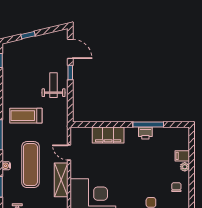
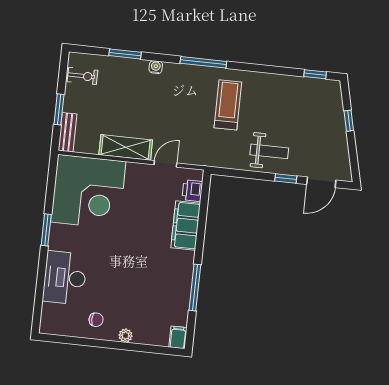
printer: (145, 133) -> (192, 191), moved
filing cabinet: (182, 156) -> (178, 337), moved
exercise mat: (30, 165) -> (154, 104), removed

